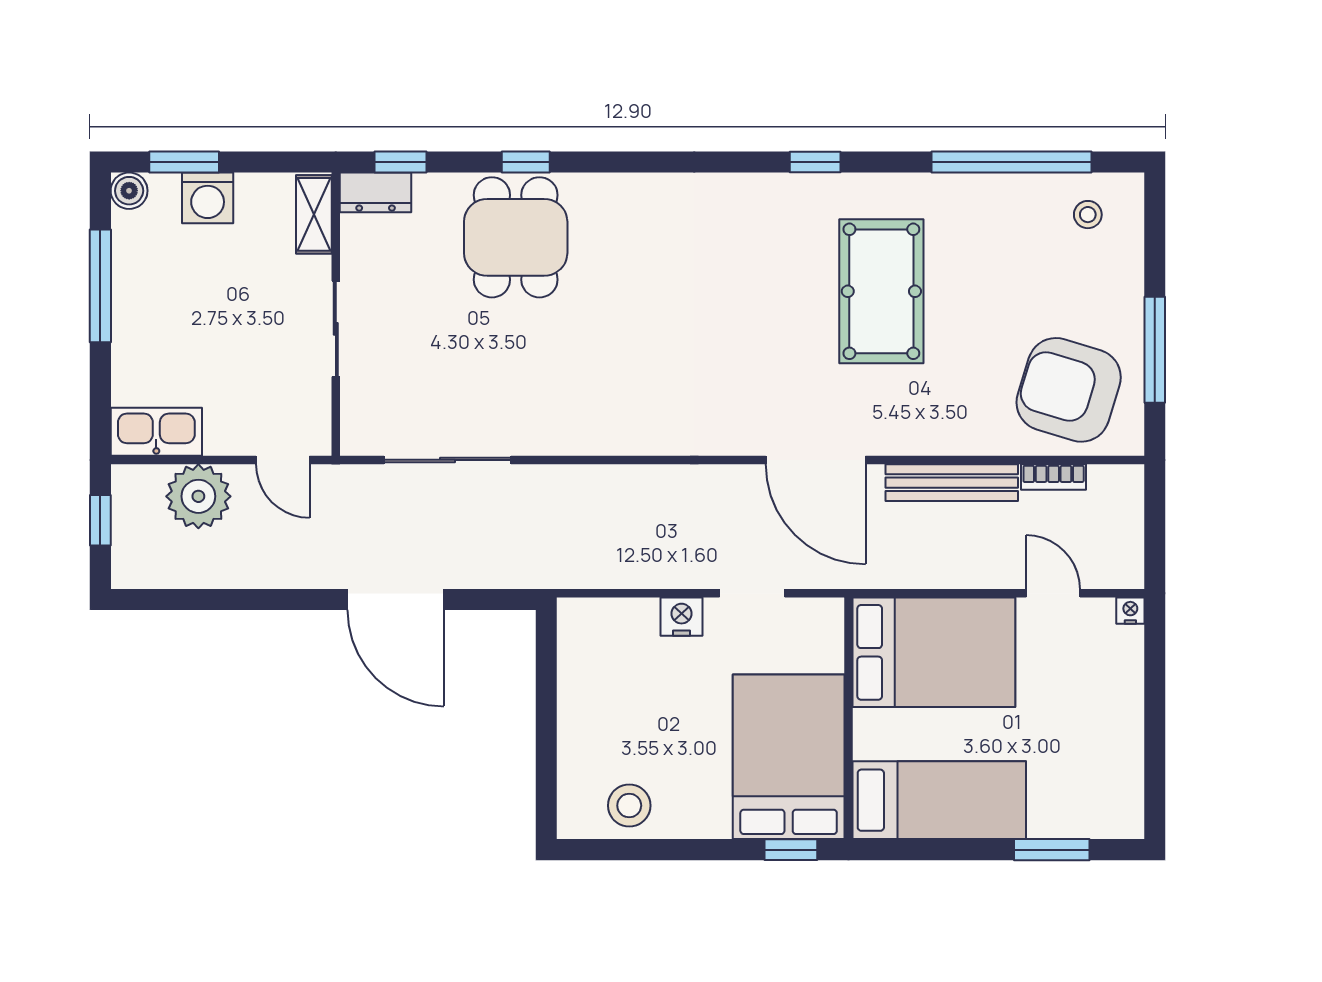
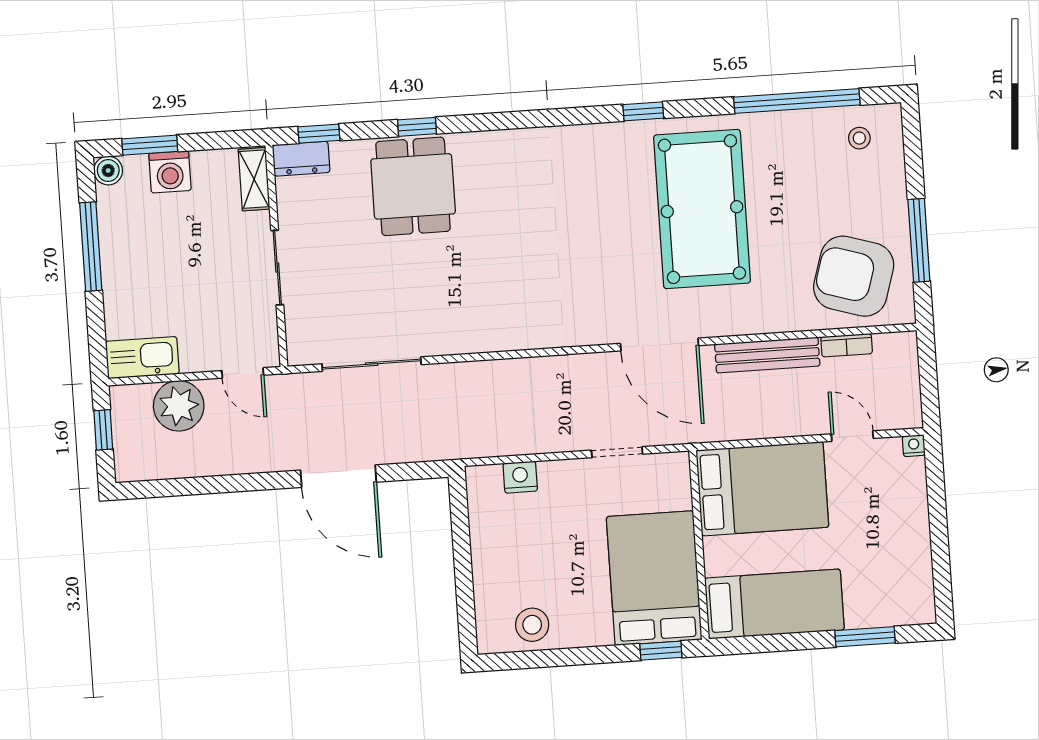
pool table: (881, 291) -> (702, 209), width x1.36, depth x1.32
nightstand: (682, 617) -> (520, 477), moved

